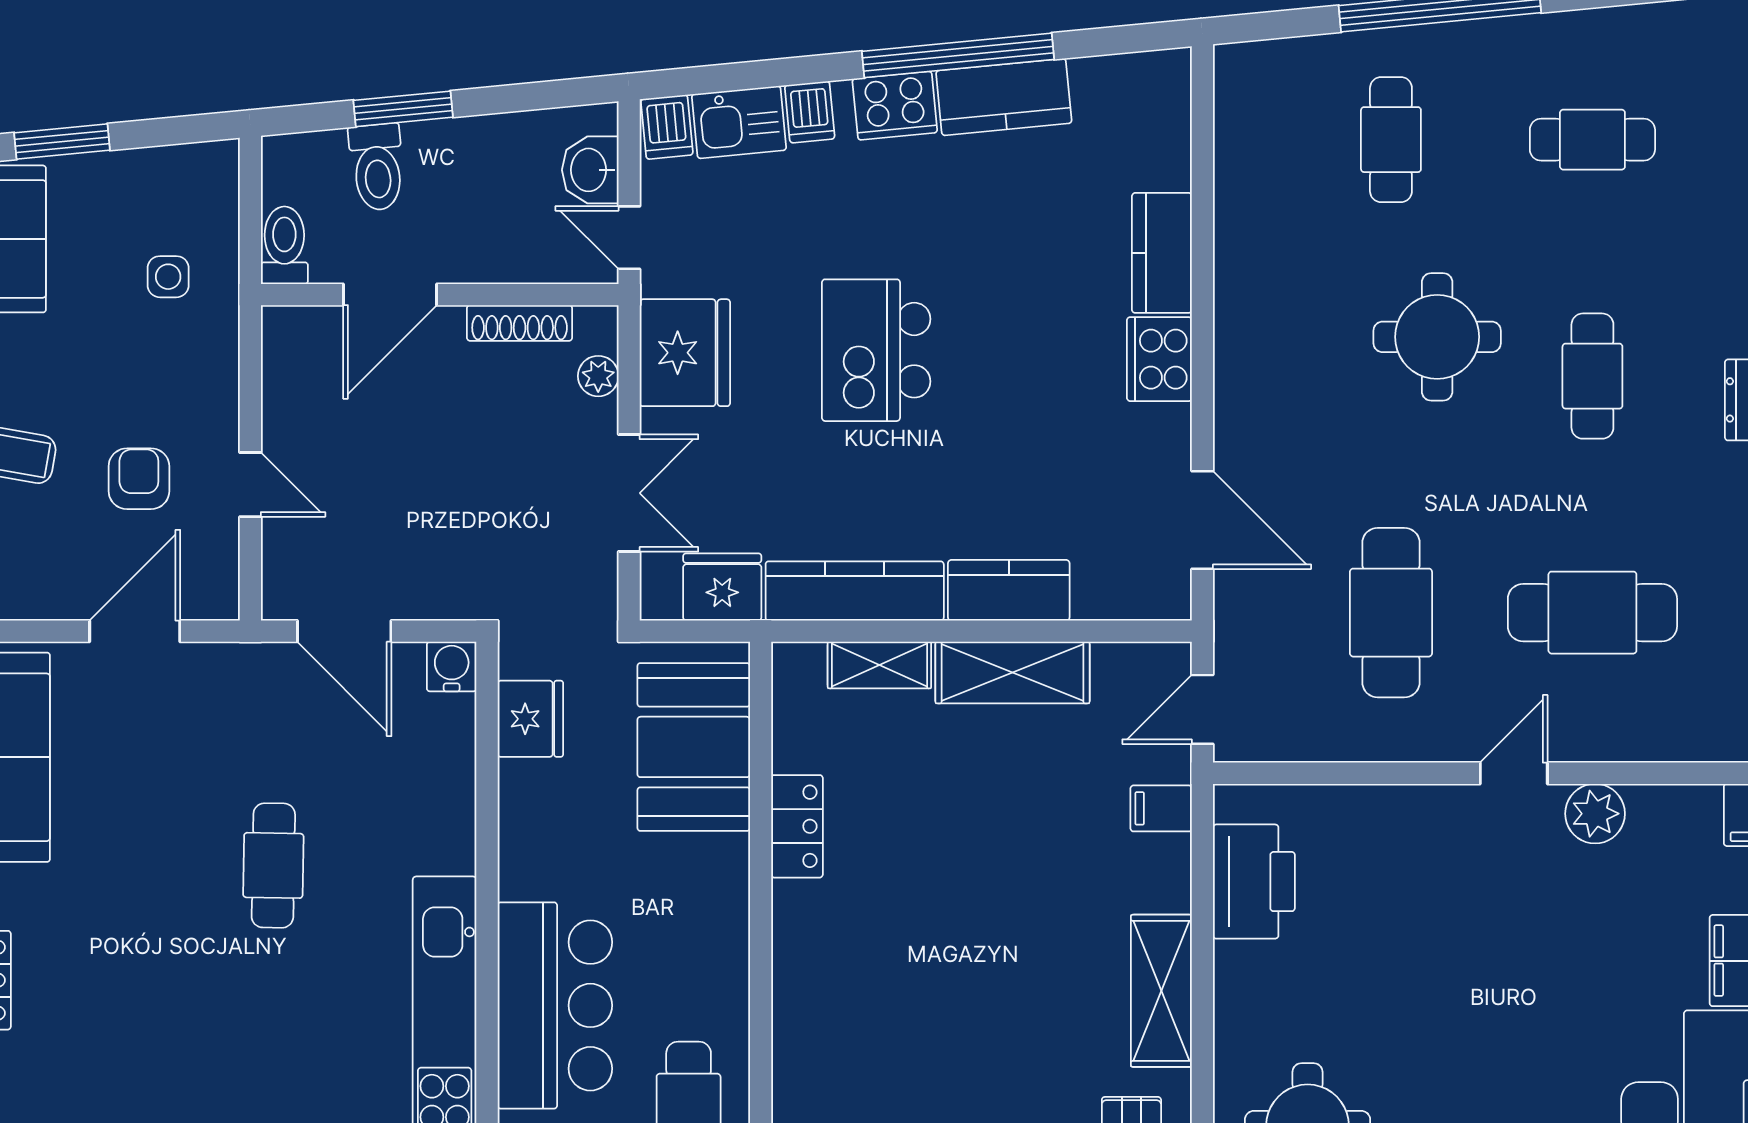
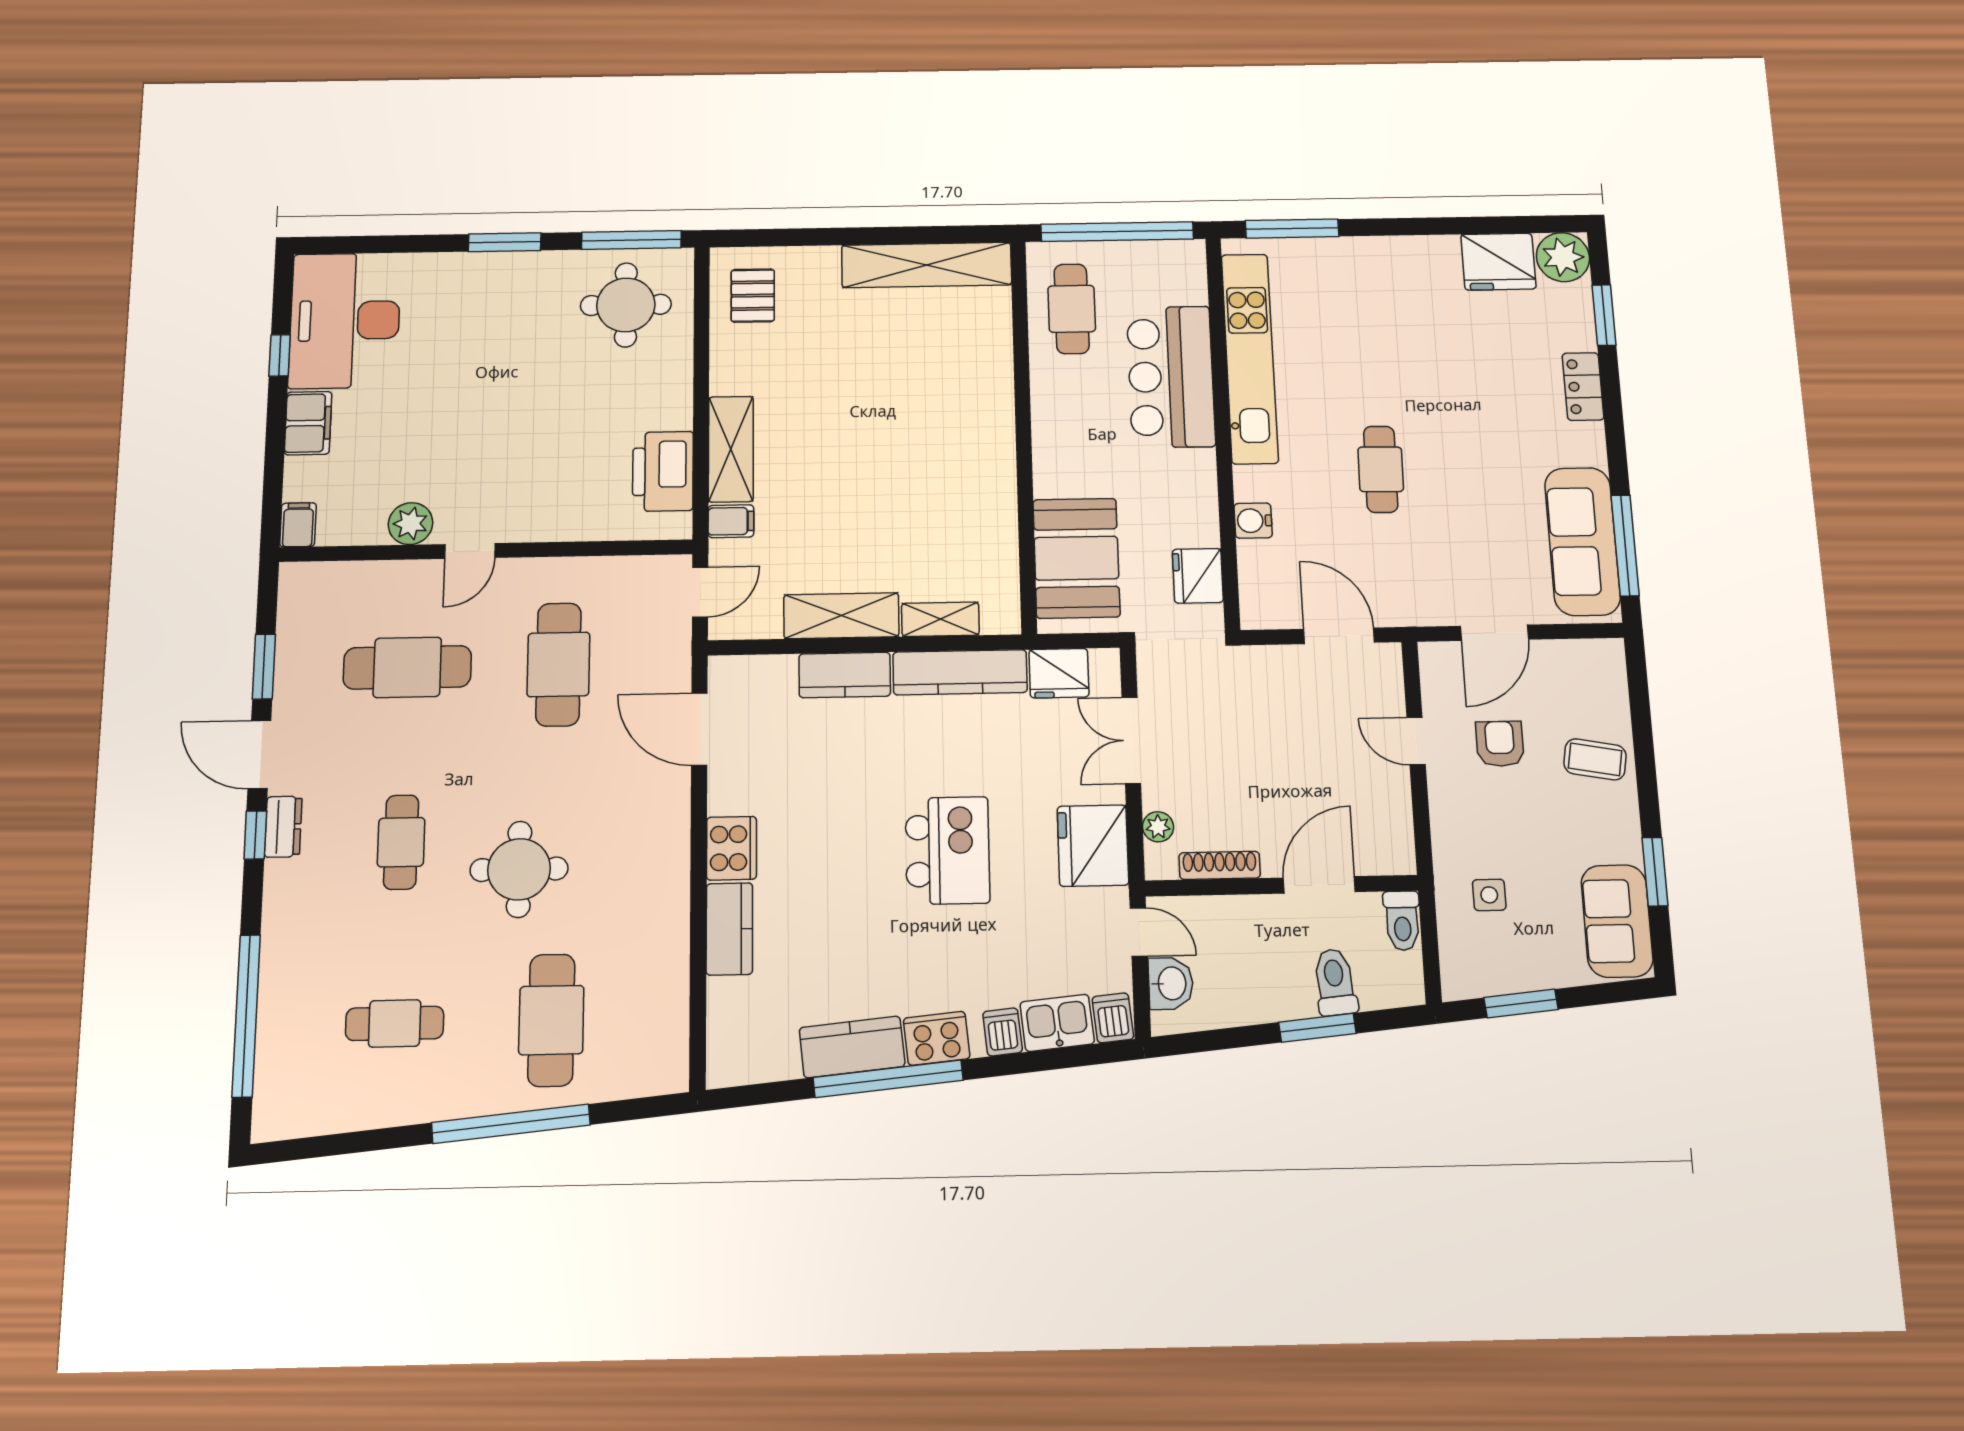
cafe table: (1391, 140) -> (551, 1020), width x1.37, depth x1.35
window: (62, 142) -> (1521, 1004), moved
armchair: (139, 479) -> (1500, 744), turned 180
water cooler: (452, 667) -> (1253, 521), moved, turned 90
locker: (797, 826) -> (999, 504), removed
shelving: (1161, 991) -> (731, 449), moved

